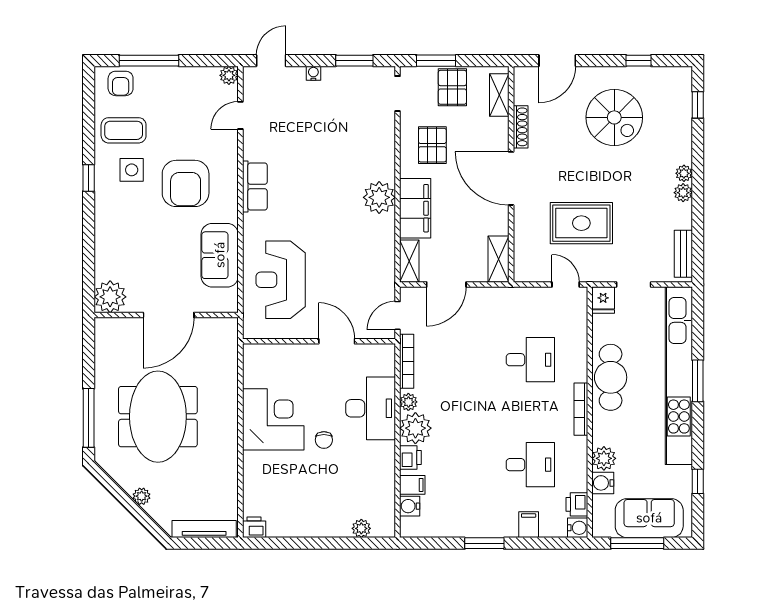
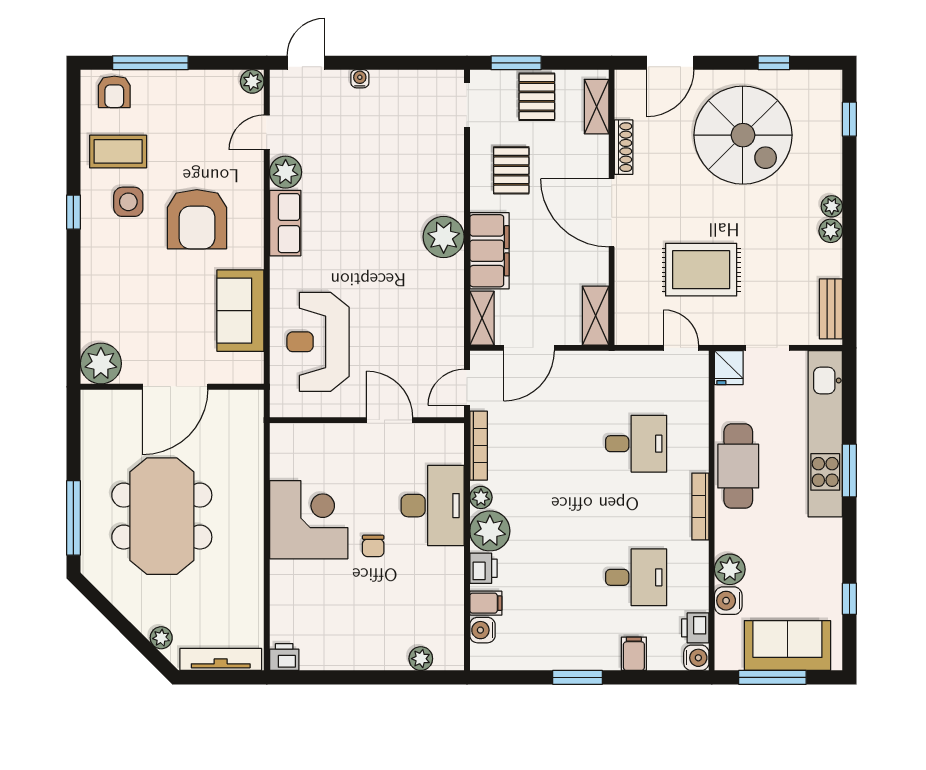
window: (354, 61) -> (412, 63), removed
spiral stairs: (614, 117) -> (743, 135), width x1.37, depth x1.37
plant: (255, 146) -> (286, 172), added
kitchen unit: (679, 376) -> (825, 434), width x0.73
plant: (142, 496) -> (161, 638), moved

